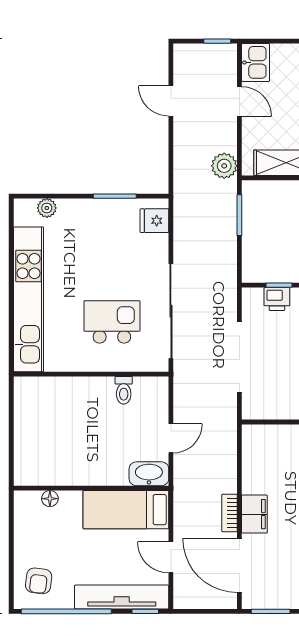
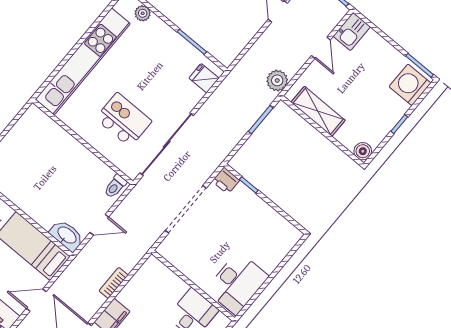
printer: (277, 299) -> (226, 181), moved
toilet: (124, 390) -> (115, 186), moved
bookcase: (230, 513) -> (114, 283), moved
door: (171, 557) -> (36, 300), hinge flipped

